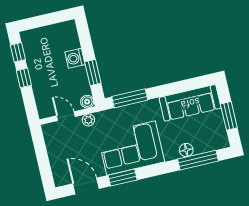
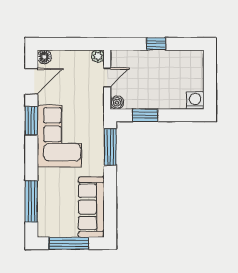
window: (18, 52) -> (183, 44), removed
washing machine: (75, 58) -> (195, 100), moved
window: (229, 116) -> (69, 243), width x1.44
plant: (88, 120) -> (98, 56), moved
floor lamp: (186, 150) -> (44, 57), moved

